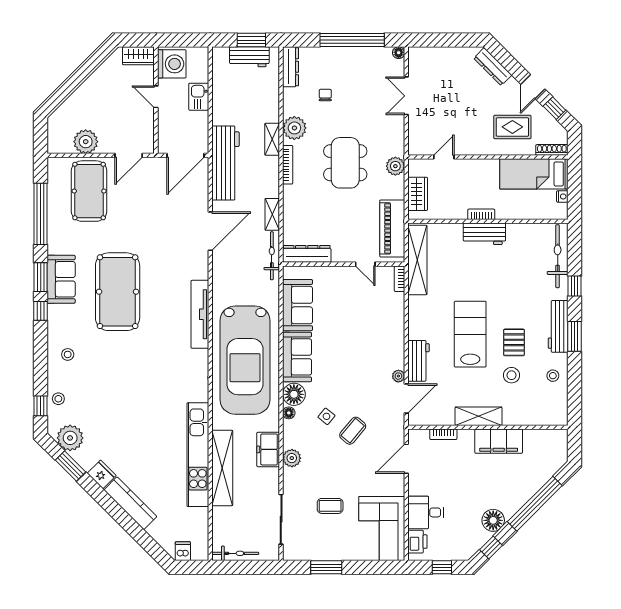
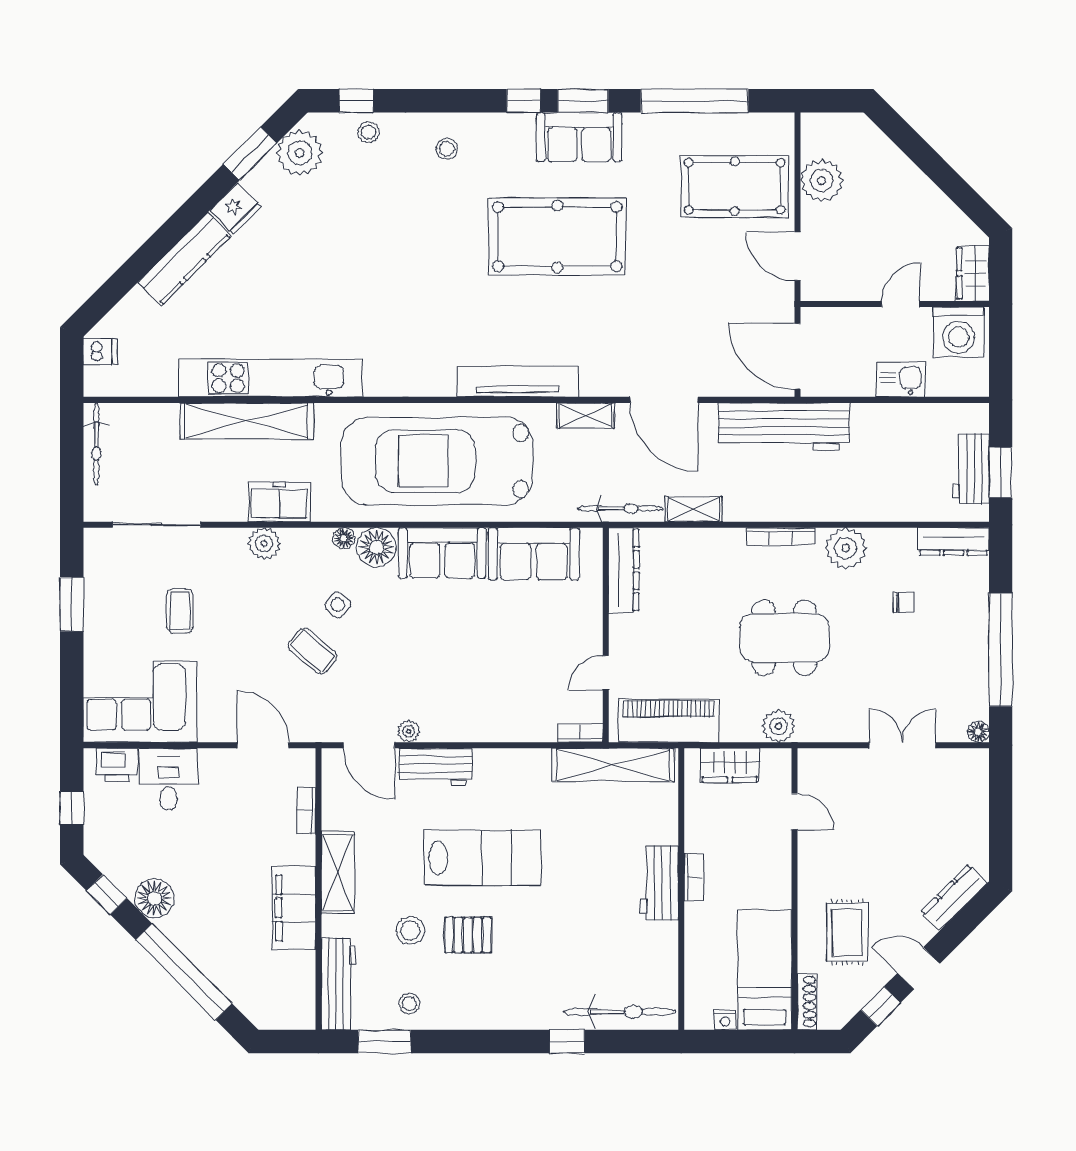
shelving: (272, 139) -> (586, 416), moved
workbench: (558, 326) -> (339, 984), moved, turned 90
window: (574, 336) -> (385, 1041), moved

